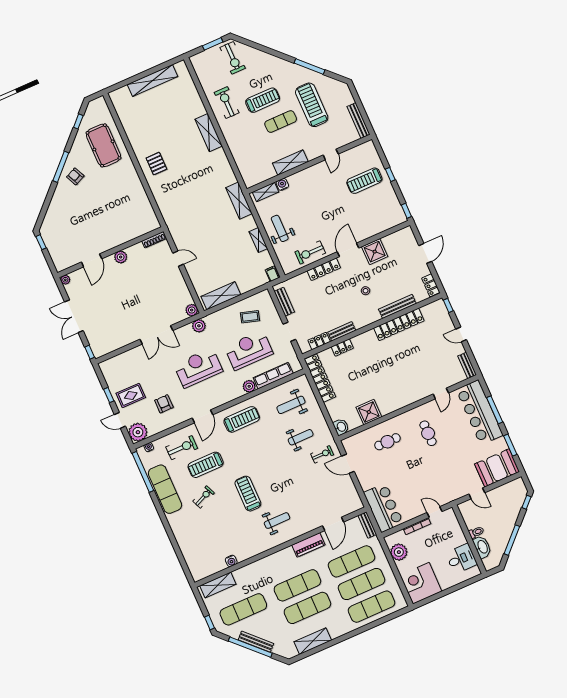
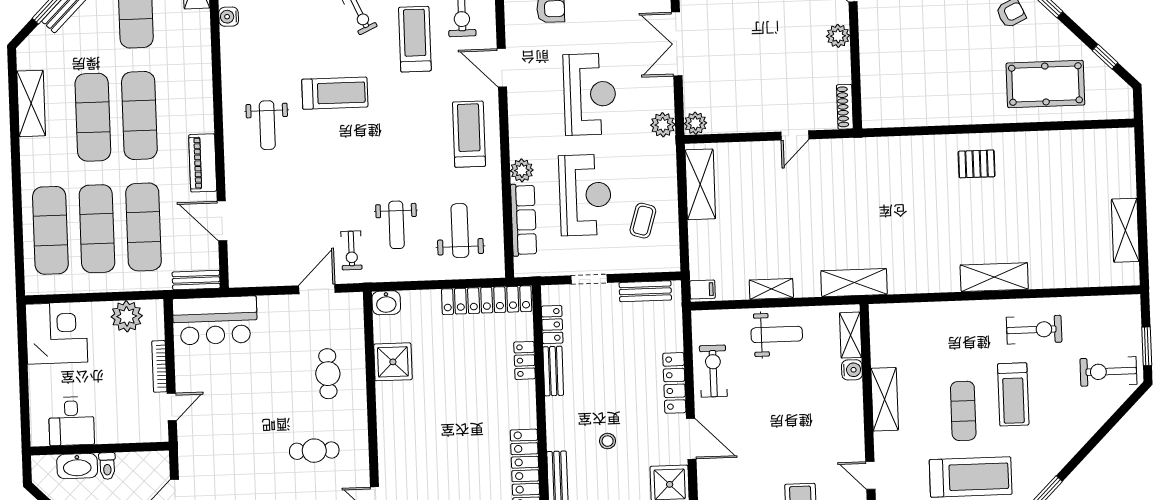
shelving: (153, 80) -> (1125, 230), width x0.68
treadmill: (242, 419) -> (469, 134), turned 180

